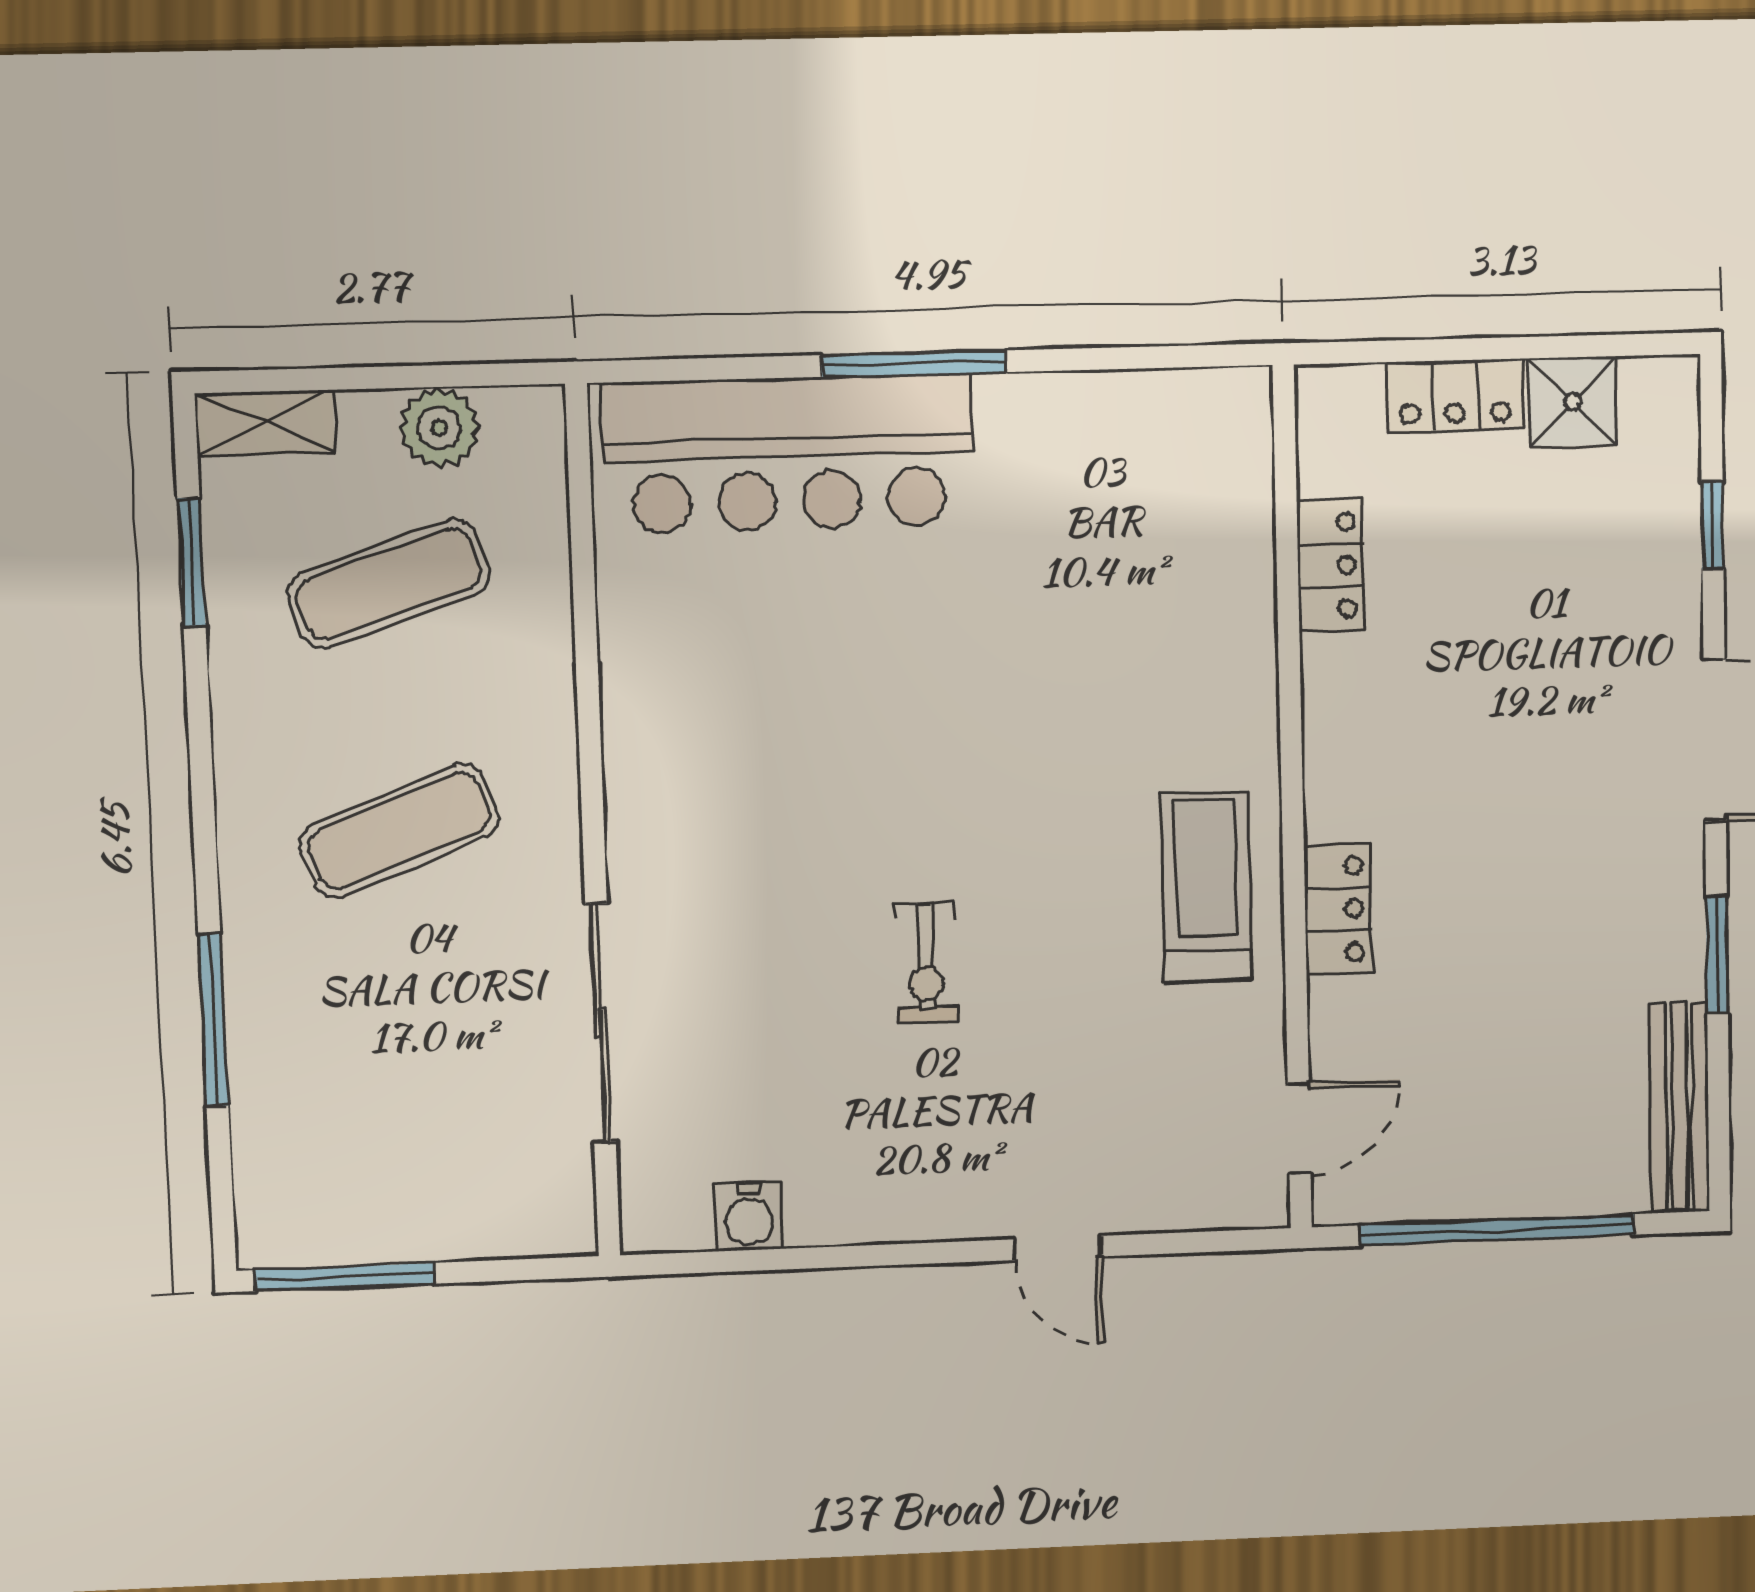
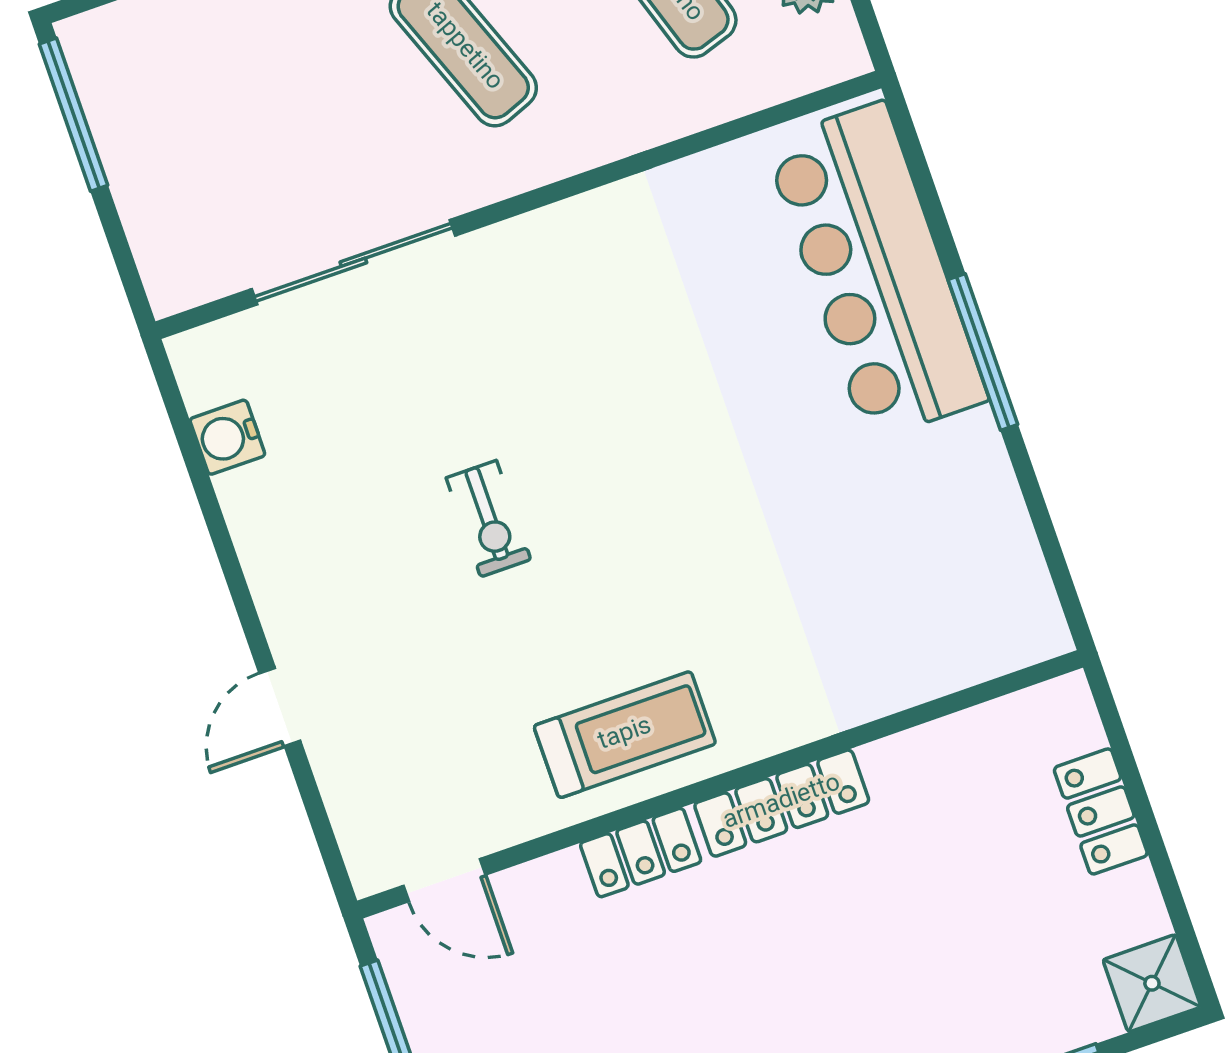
shower: (1573, 402) -> (1152, 983), moved
locker: (1330, 565) -> (782, 803), moved, width x1.53
exercise bike: (926, 962) -> (489, 519), turned -90

